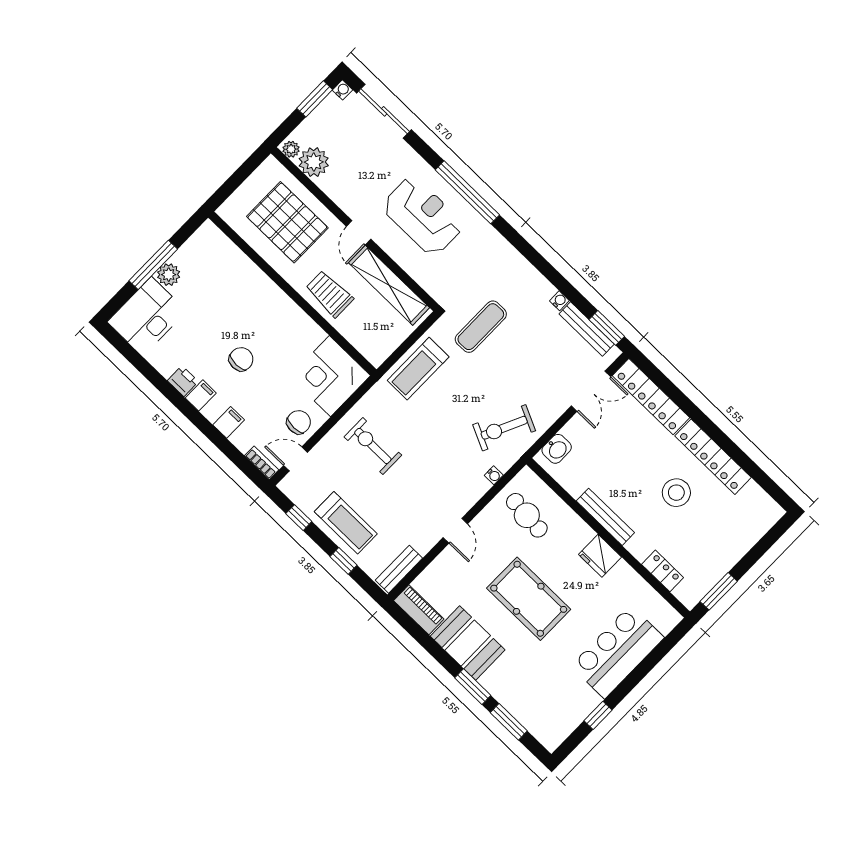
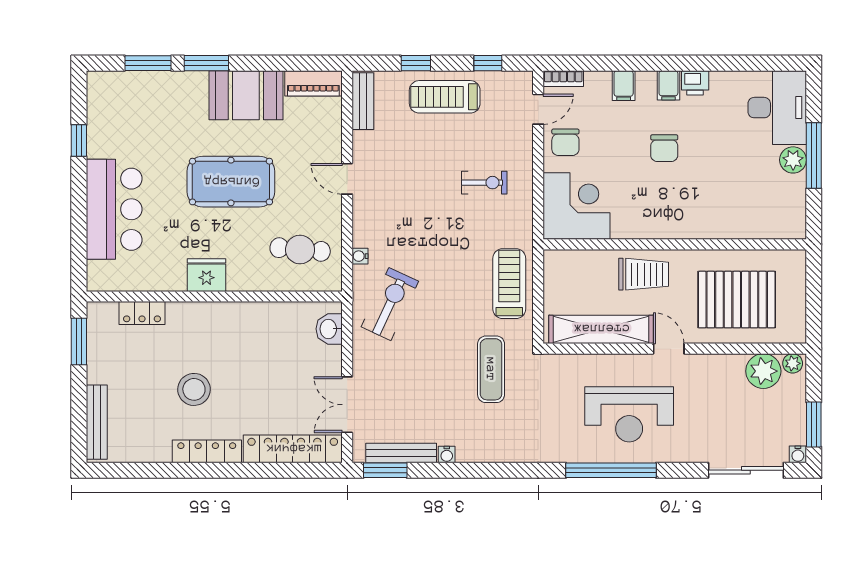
exercise bike: (373, 446) -> (484, 183), width x0.73, depth x0.72
locker: (713, 457) -> (207, 451), width x0.71, depth x0.83
bench: (605, 517) -> (97, 422), moved, turned 90

